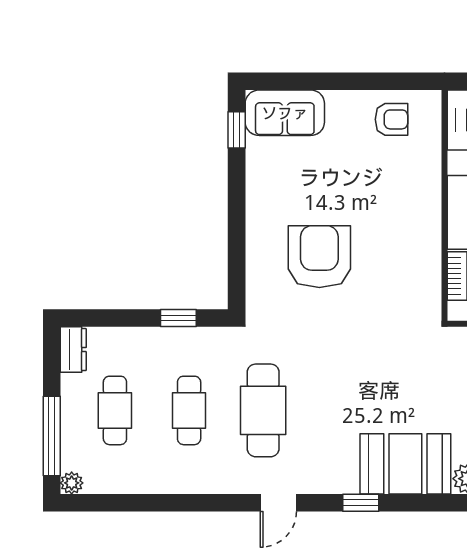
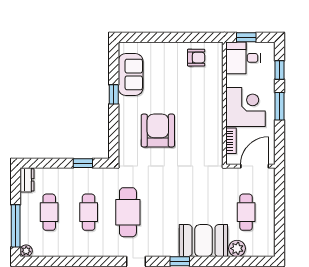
sofa: (285, 113) -> (131, 74), moved, turned -90
window: (237, 130) -> (114, 94), moved

